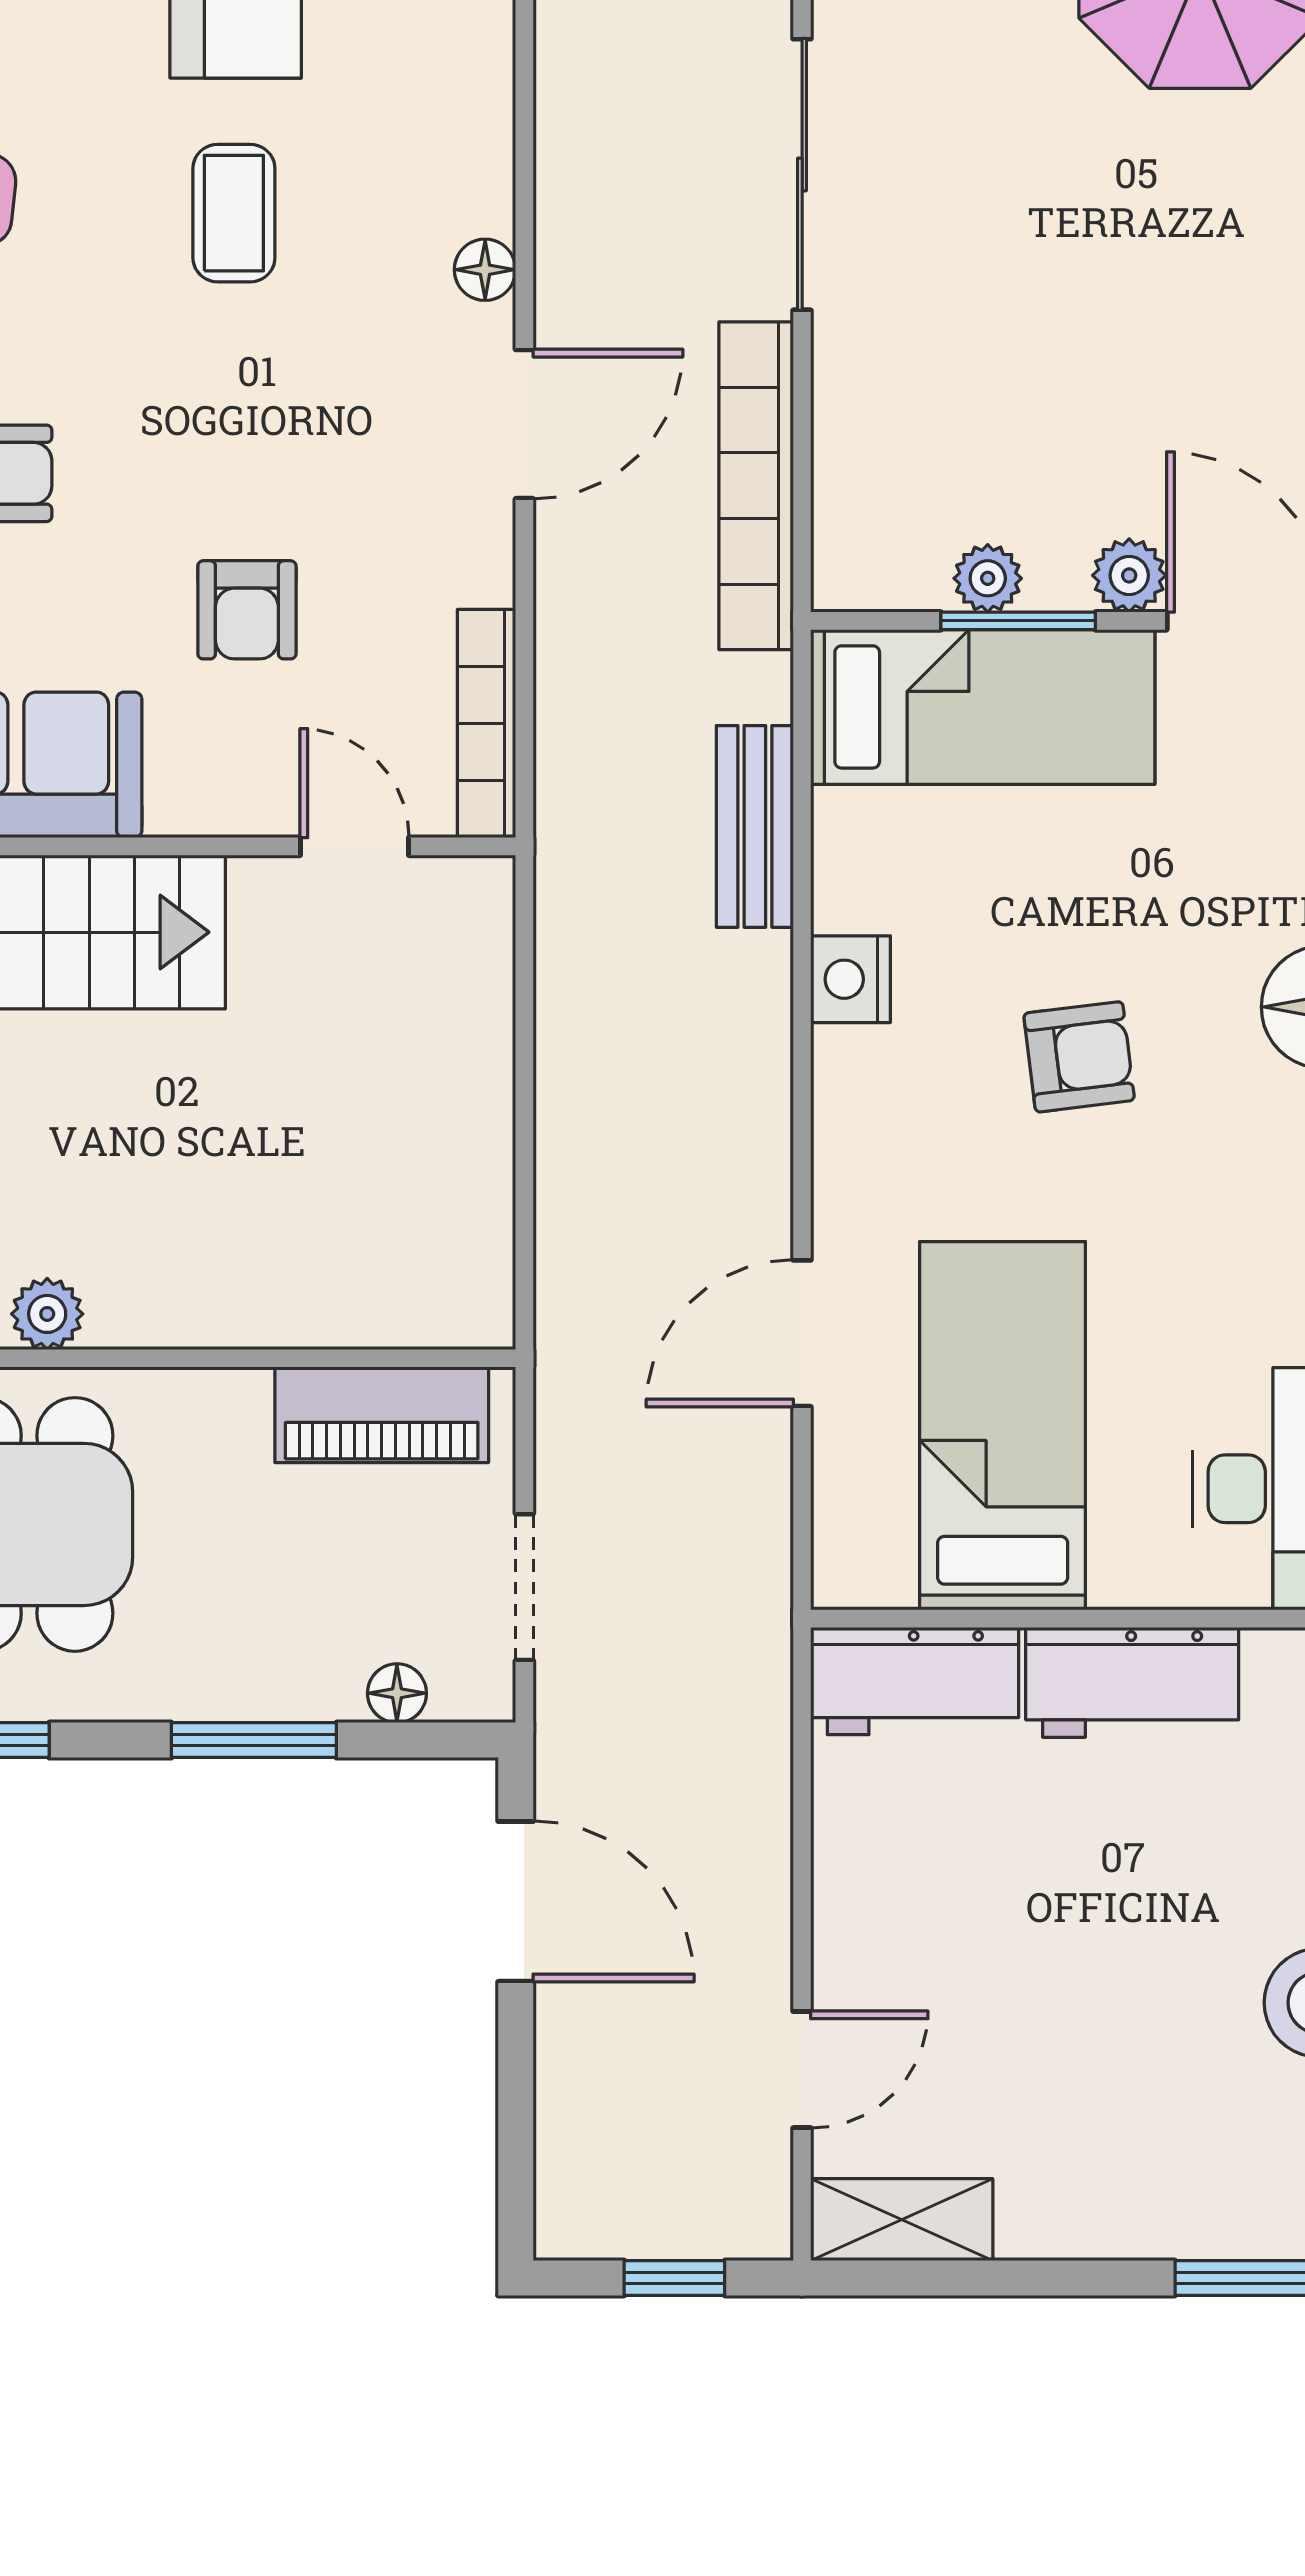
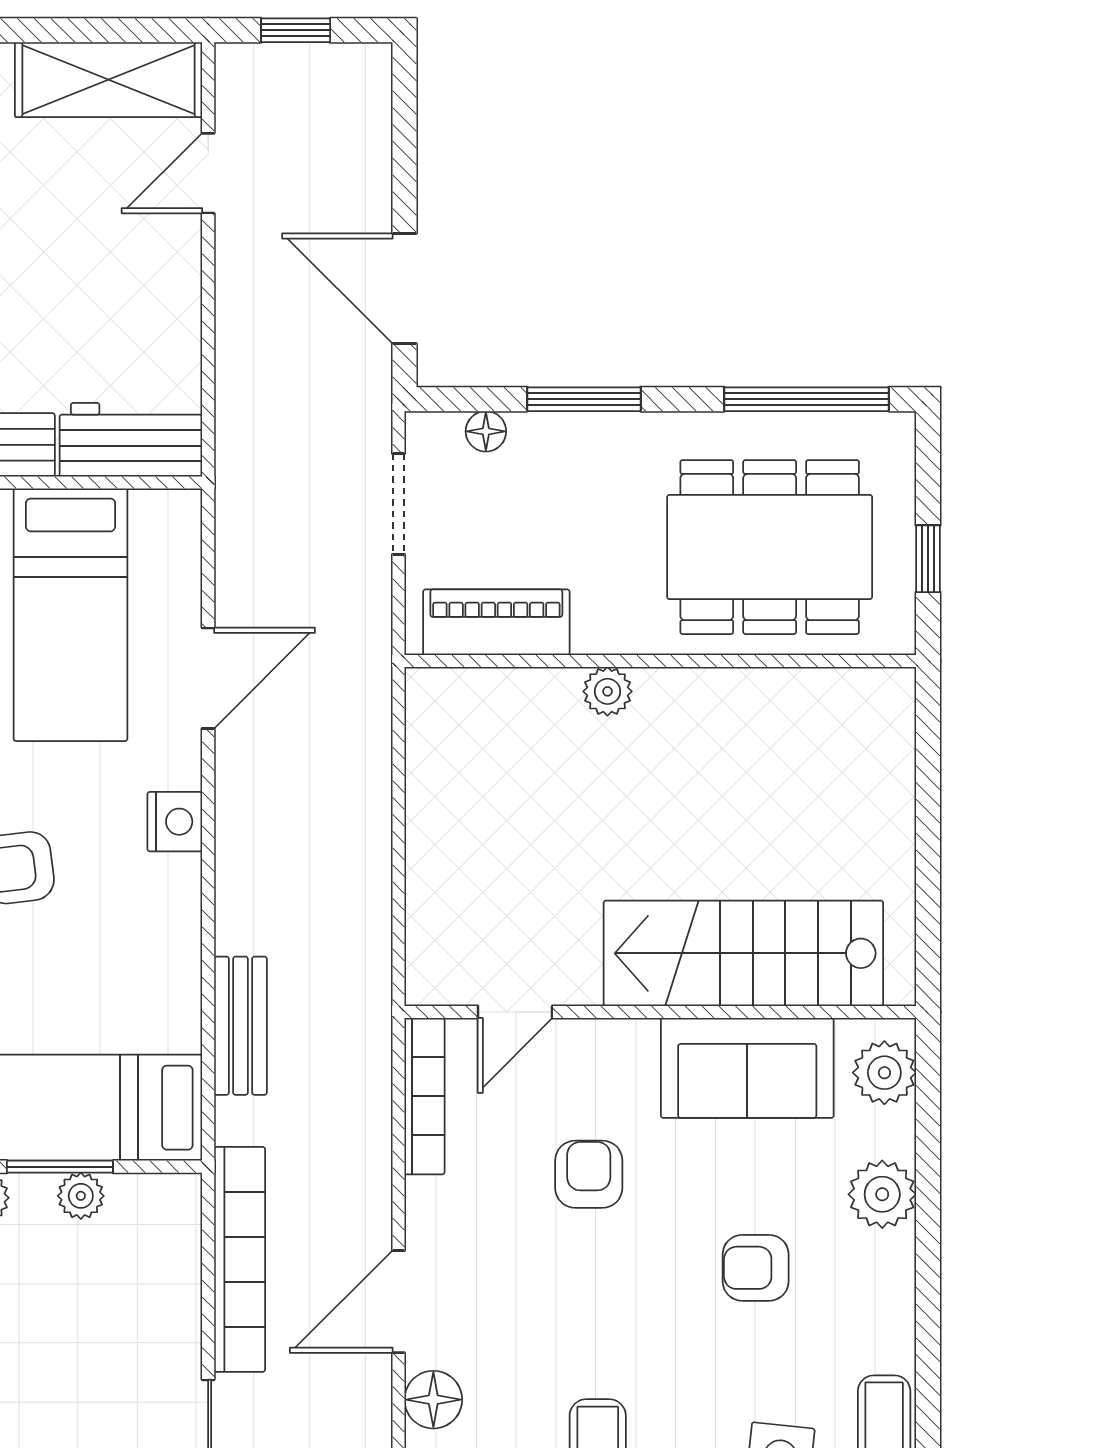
floor lamp: (485, 270) -> (433, 1400), width x1.37, depth x1.37
door: (354, 846) -> (515, 1012), hinge flipped
nightstand: (851, 979) -> (175, 822), moved
plant: (47, 1314) -> (607, 691), moved
shelving: (902, 2220) -> (108, 80), width x1.50, depth x1.33

